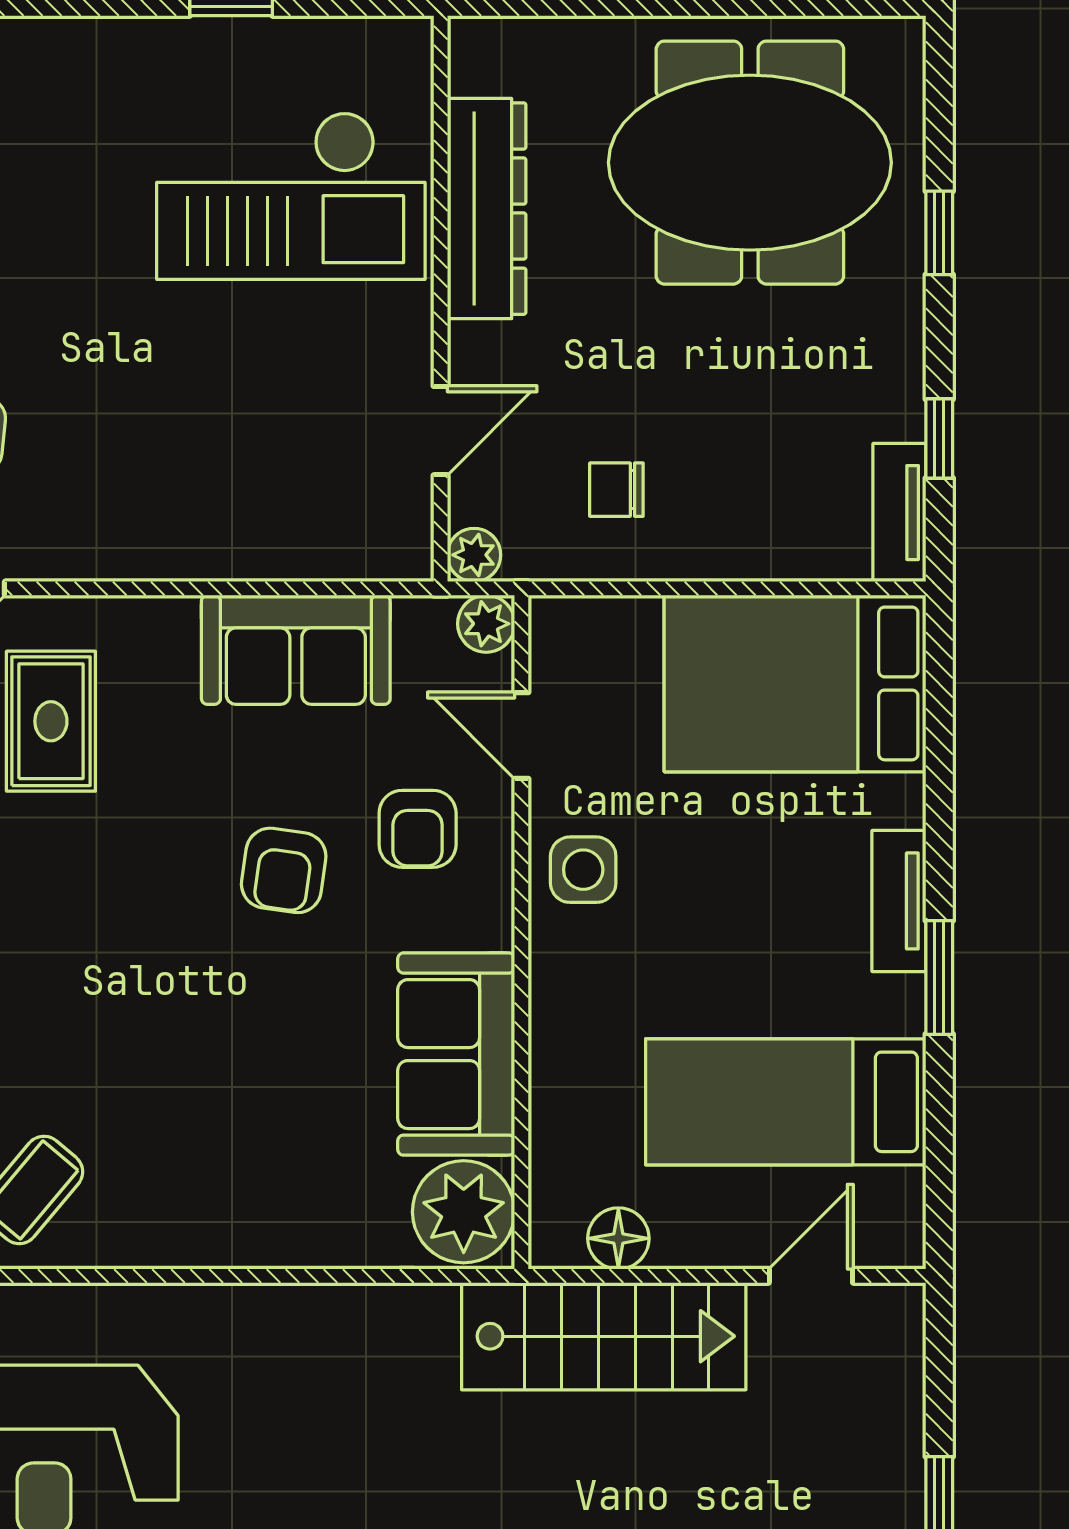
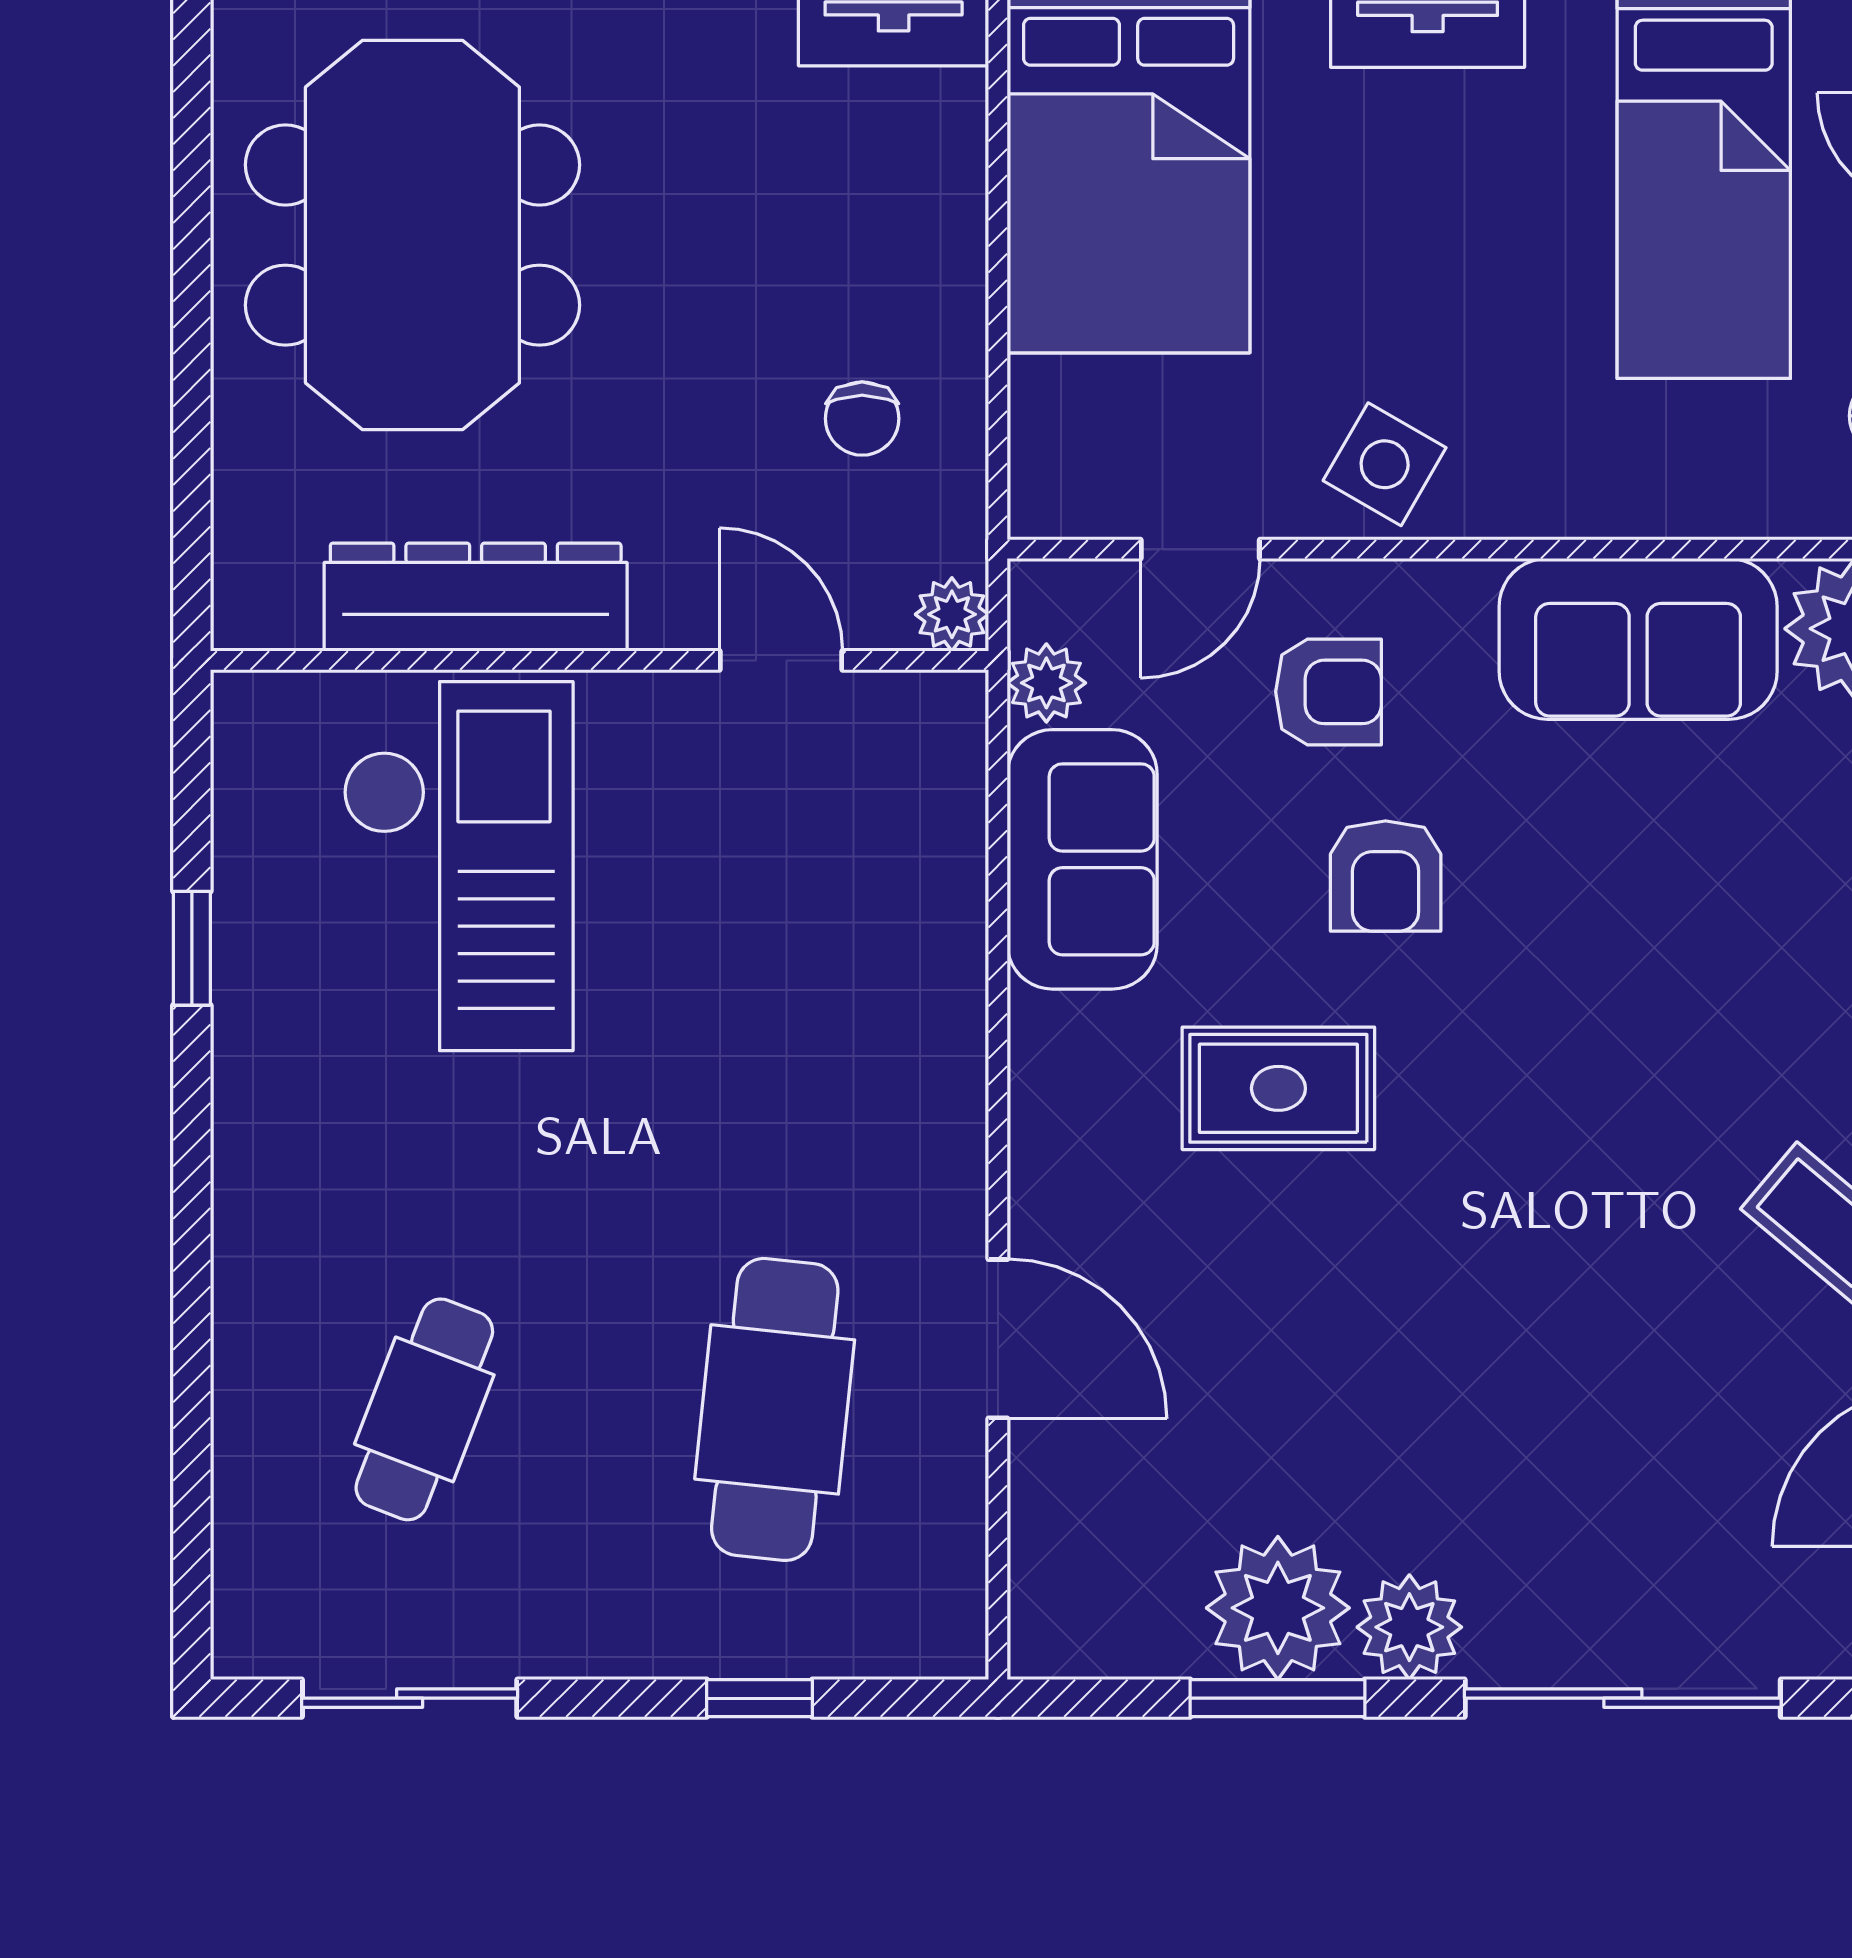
plant: (486, 624) -> (1046, 683), moved
rug: (51, 721) -> (1278, 1088), moved
armchair: (284, 870) -> (1386, 876), turned 82
side table: (583, 870) -> (1385, 464), turned 30

